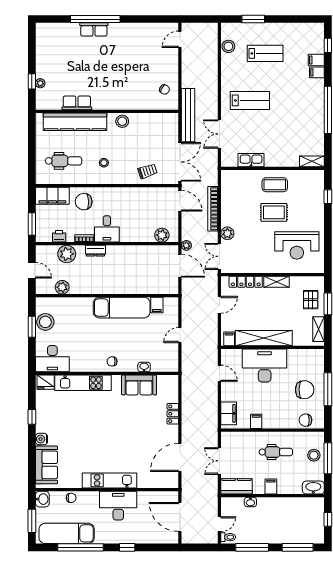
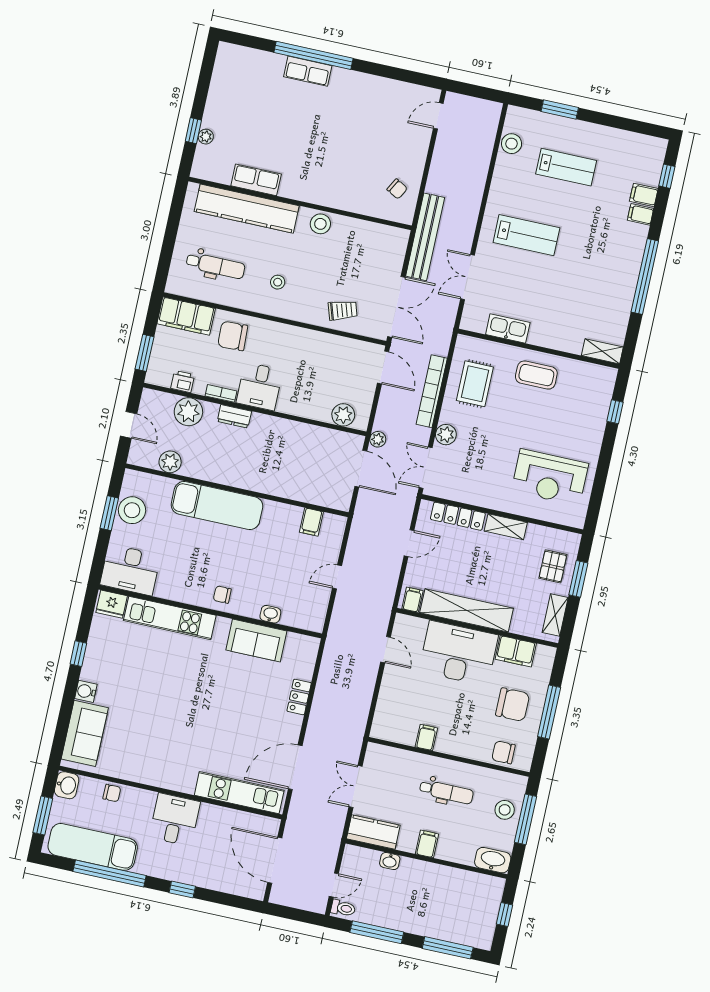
rug: (274, 212) -> (475, 384), moved, turned 90
exam couch: (122, 308) -> (217, 505), moved
filing cabinet: (229, 413) -> (516, 651), moved, turned 90
kitchen unit: (110, 480) -> (239, 793), moved
desk: (118, 506) -> (175, 820), width x0.73

